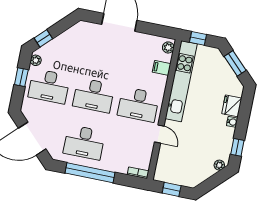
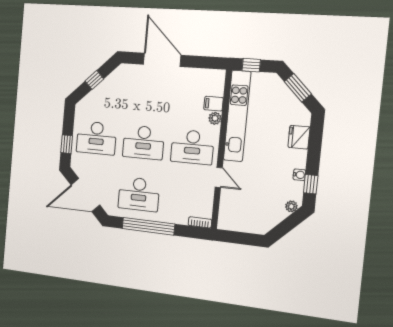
window: (43, 38) -> (94, 80), moved
plant: (168, 47) -> (215, 118), moved
plant: (36, 60) -> (80, 112), removed
window: (21, 77) -> (67, 144), moved
water cooler: (232, 122) -> (299, 175), moved
window: (172, 189) -> (239, 238), removed

